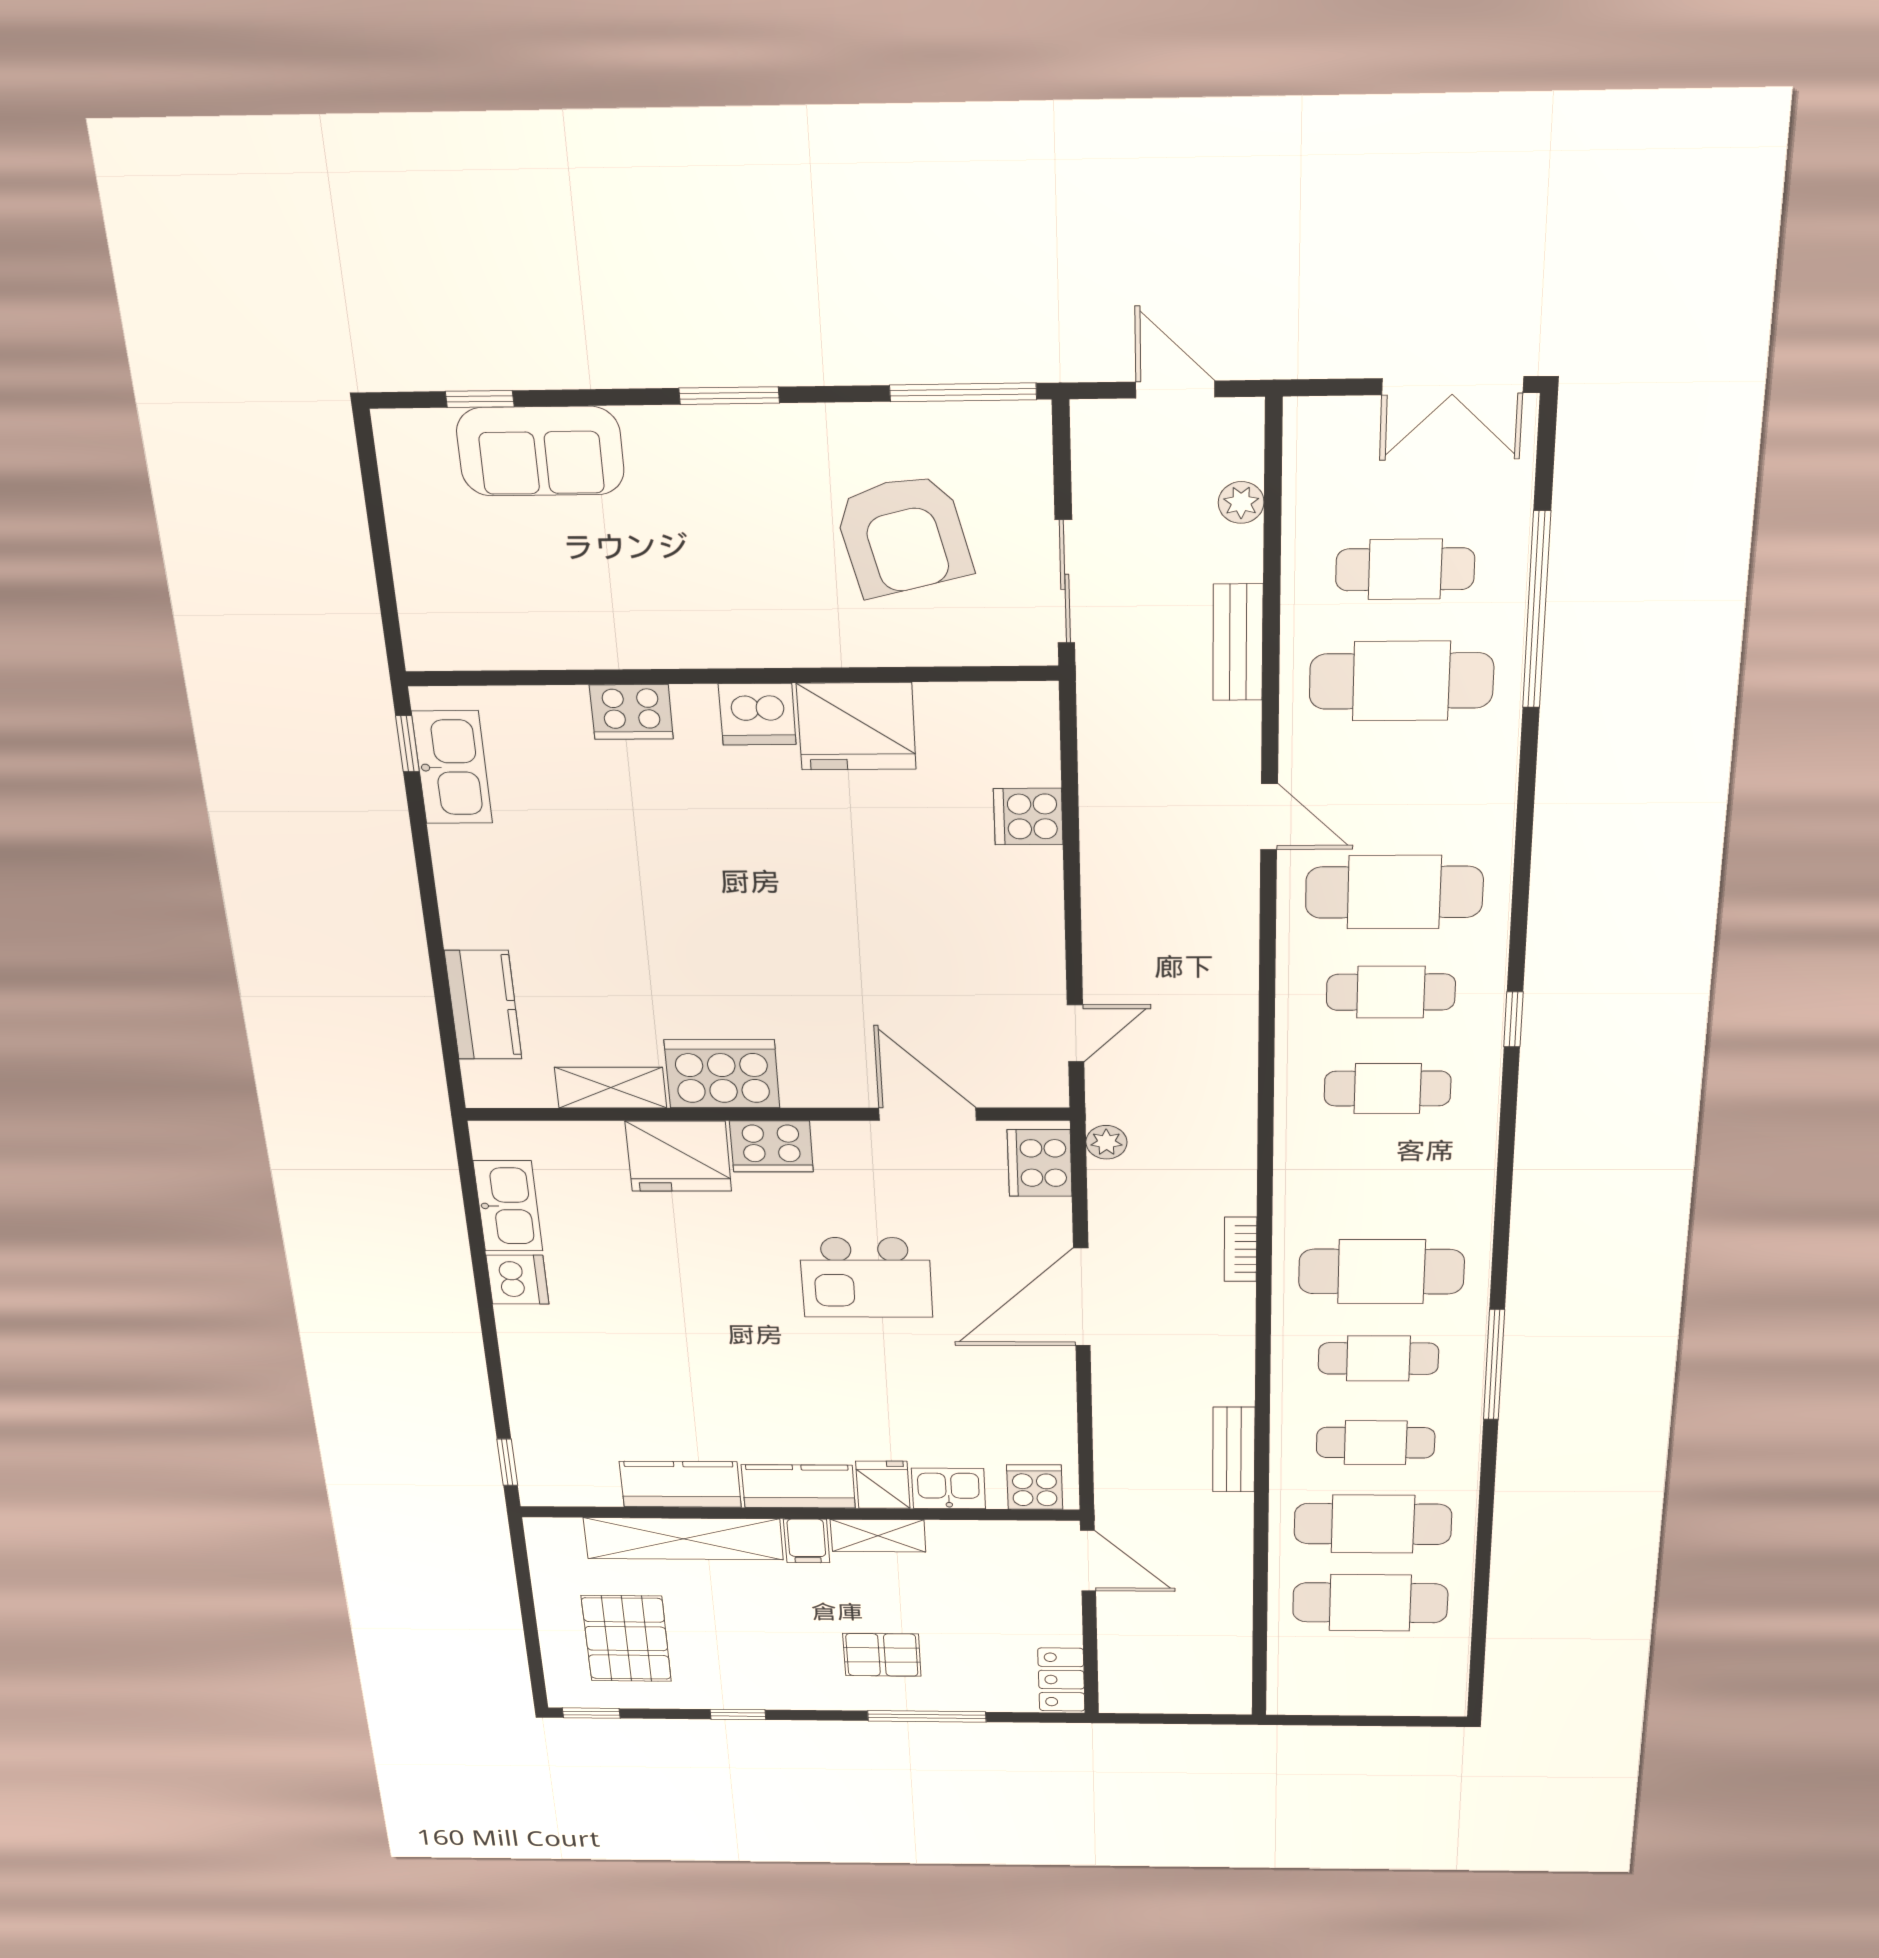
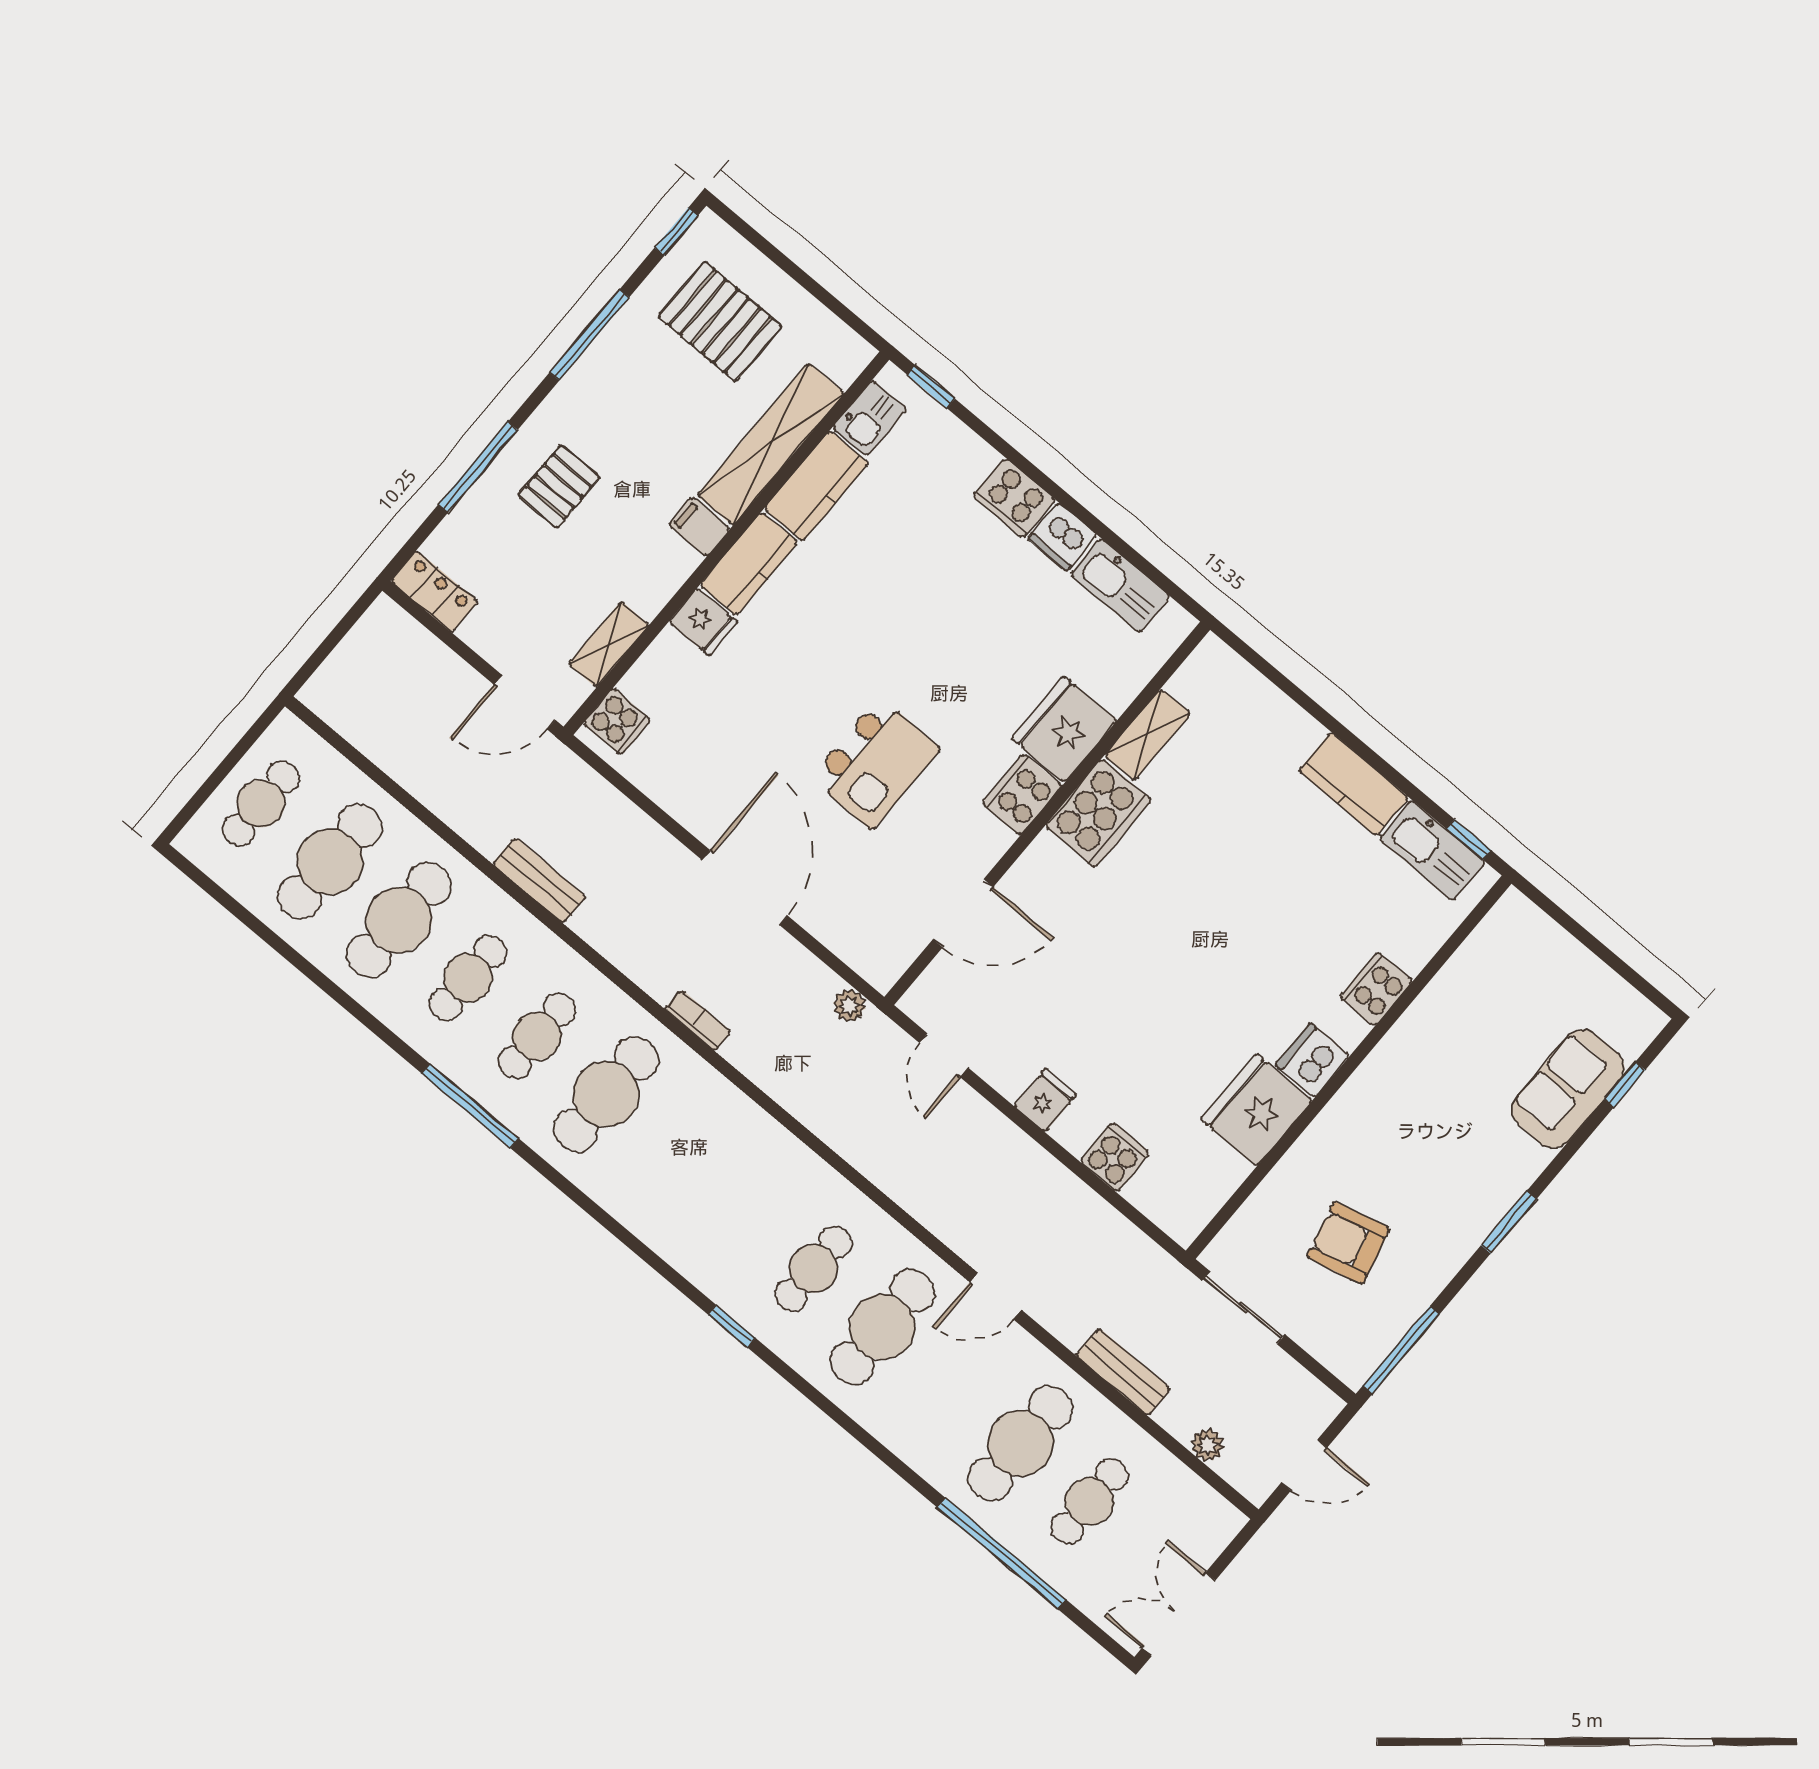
armchair: (903, 535) -> (1348, 1243), width x0.73, depth x0.73
fridge: (1033, 918) -> (1045, 1100), added
kitchen counter: (483, 1005) -> (1354, 784), moved
cafe table: (1388, 1089) -> (261, 804), moved
cooker: (1040, 1163) -> (1014, 498), moved, turned 180
kitchen island: (866, 1278) -> (875, 763), turned 180
kitchen sink: (949, 1489) -> (870, 418), moved
shelving: (878, 1536) -> (609, 644), moved
window: (738, 1715) -> (589, 335), width x2.17

